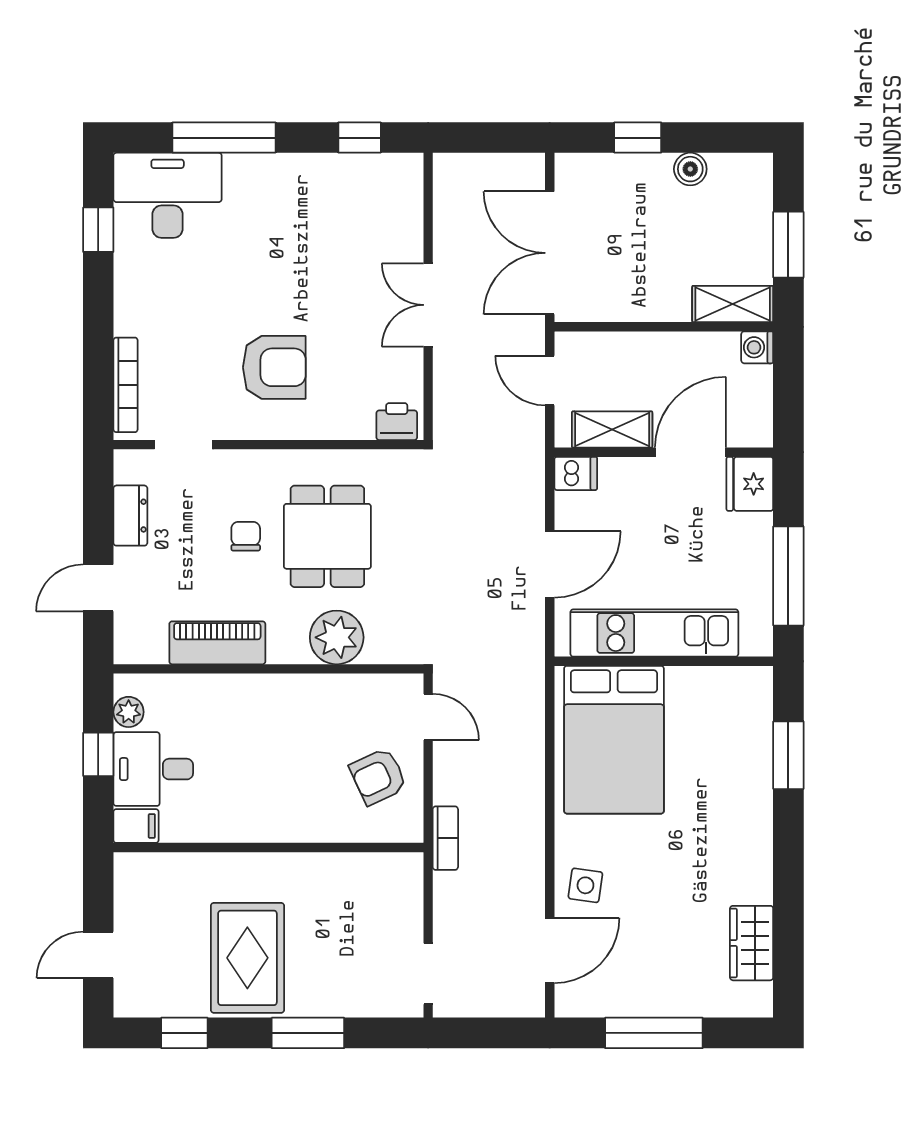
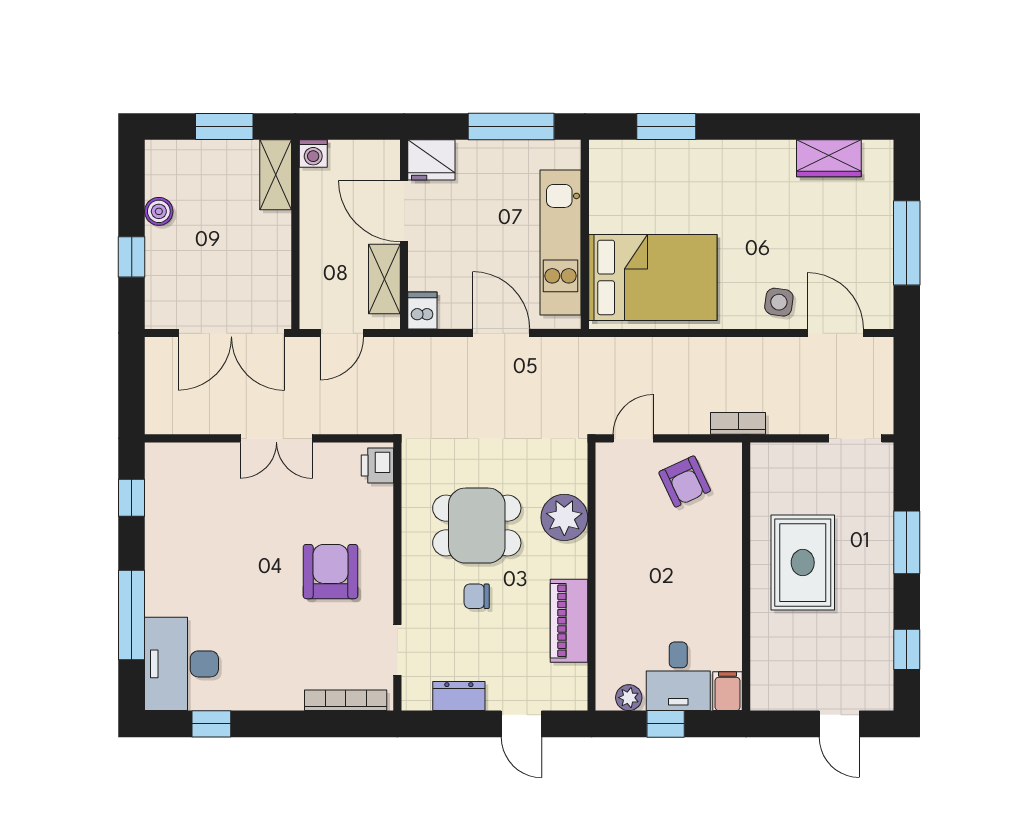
rug: (247, 958) -> (803, 563), moved, turned 90

